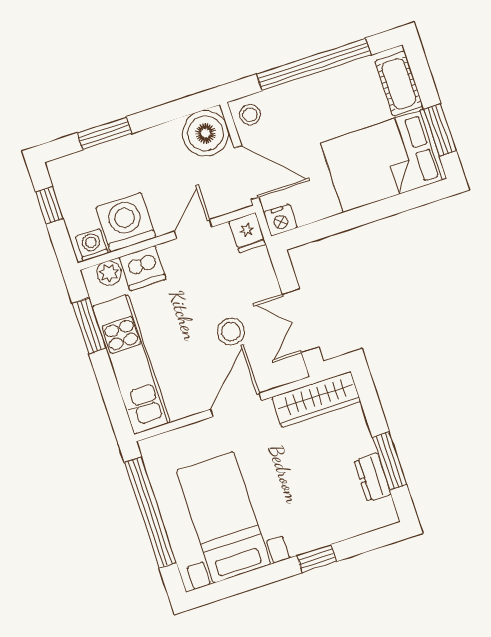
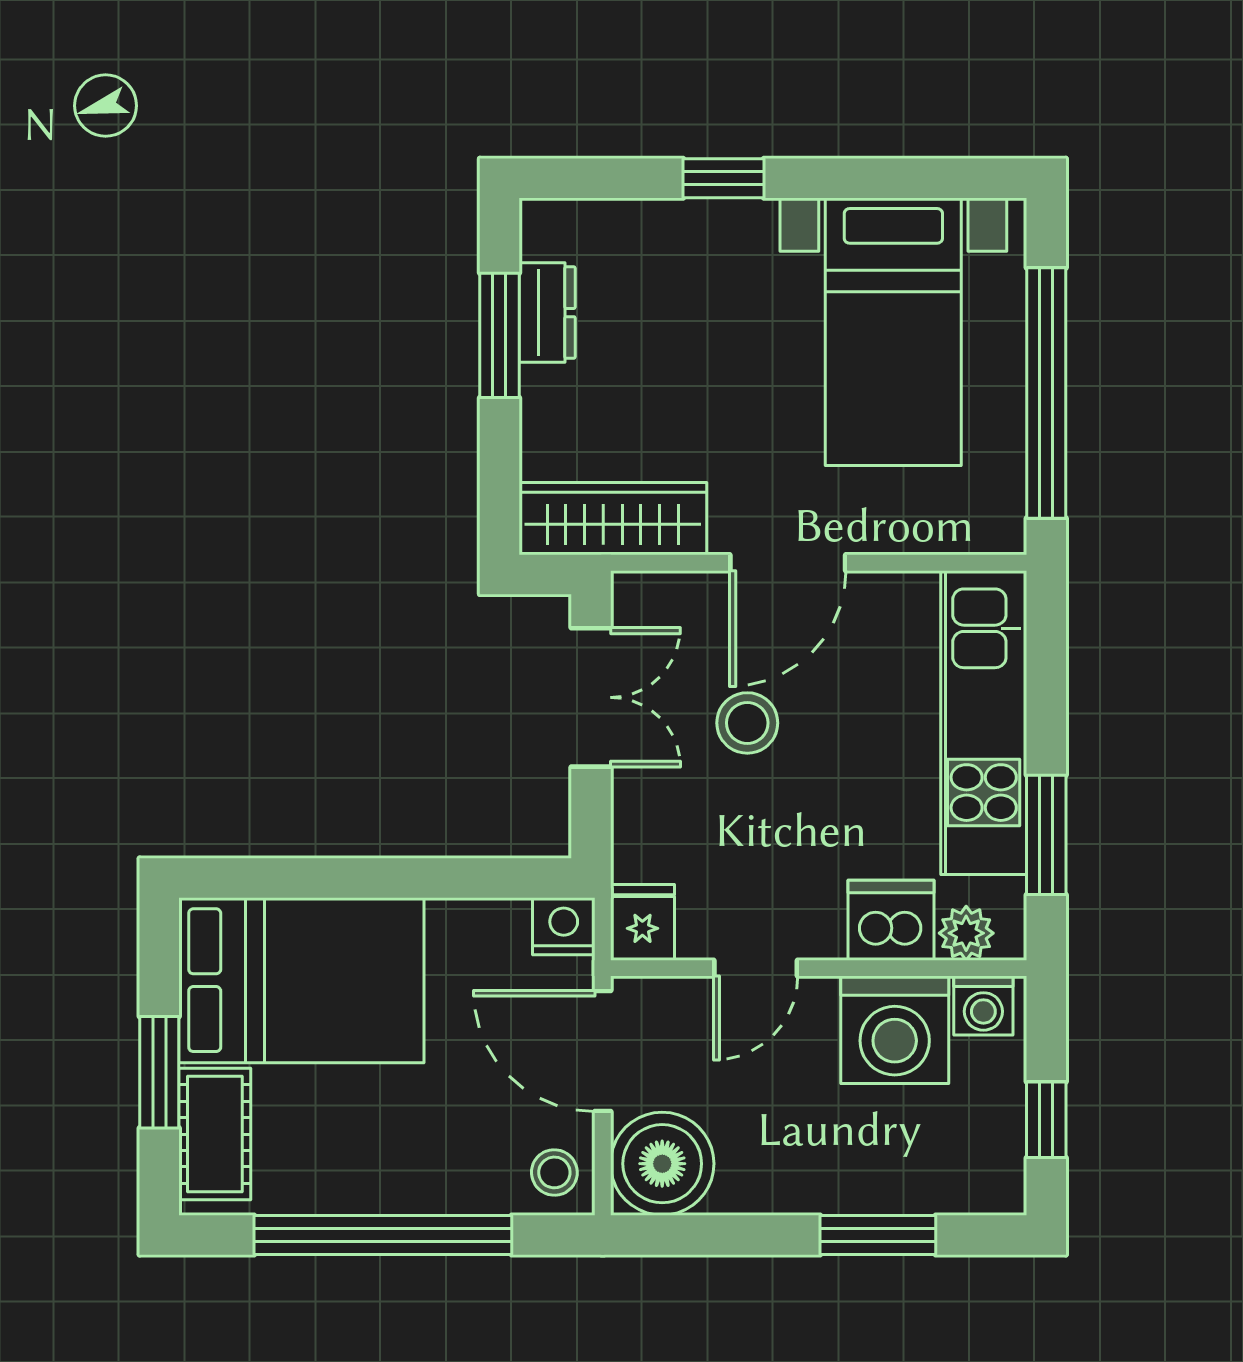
window: (440, 130) -> (159, 1072), moved

